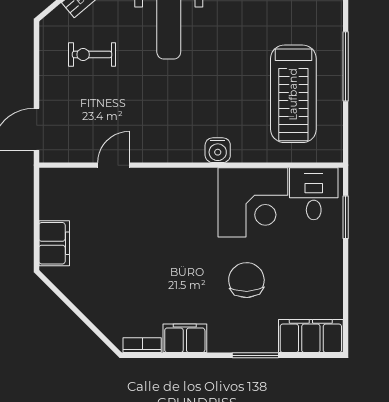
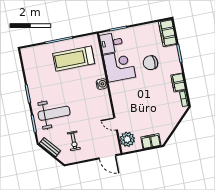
treadmill: (293, 94) -> (74, 59), turned 180
plant: (70, 186) -> (127, 139), added

